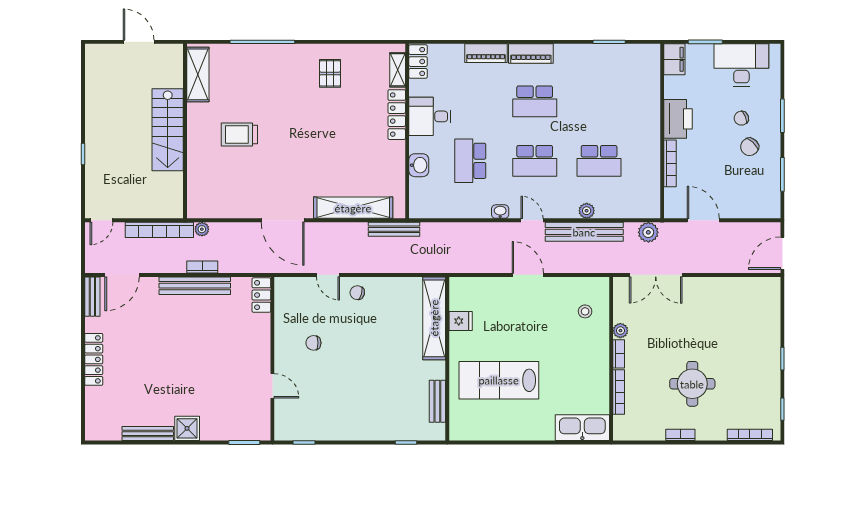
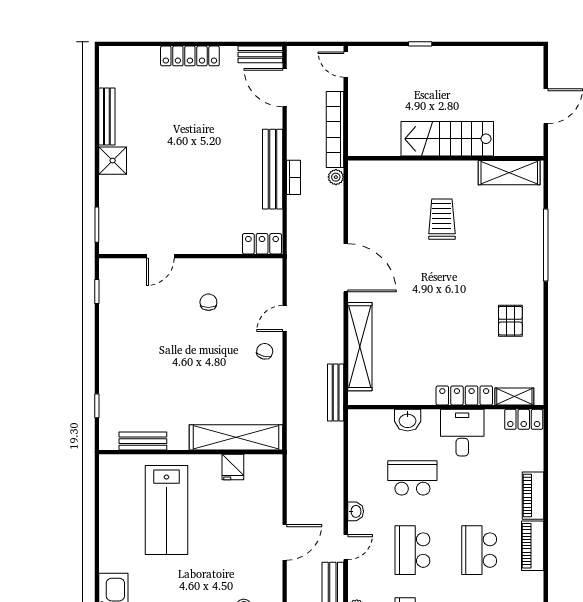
pallet: (330, 73) -> (510, 321), turned 90
door: (283, 220) -> (346, 268), swing flipped
lab bench: (499, 380) -> (166, 510), turned 180

